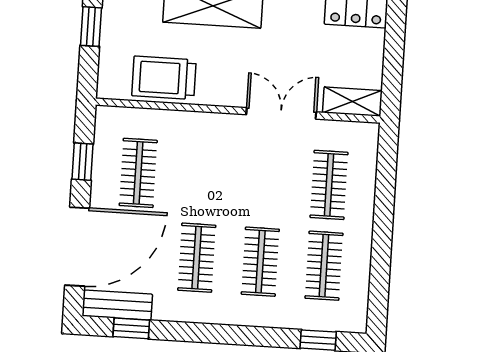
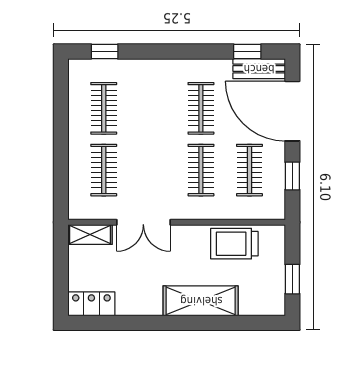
trolley: (164, 78) -> (234, 244), turned 180
door: (77, 247) -> (292, 111), hinge flipped
clothes rail: (260, 262) -> (201, 170), moved

